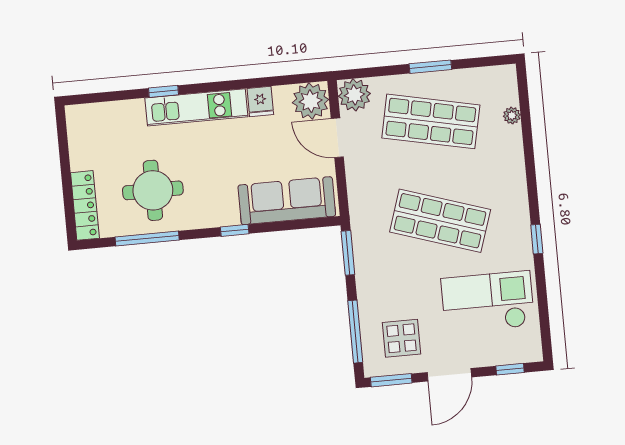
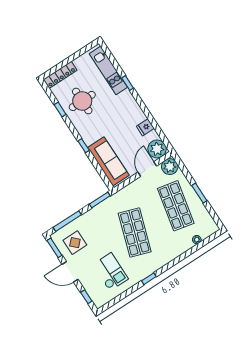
kitchen unit: (196, 107) -> (108, 70), moved
window: (147, 239) -> (60, 110), width x0.46
checkout: (488, 302) -> (110, 272), width x0.73, depth x0.83

